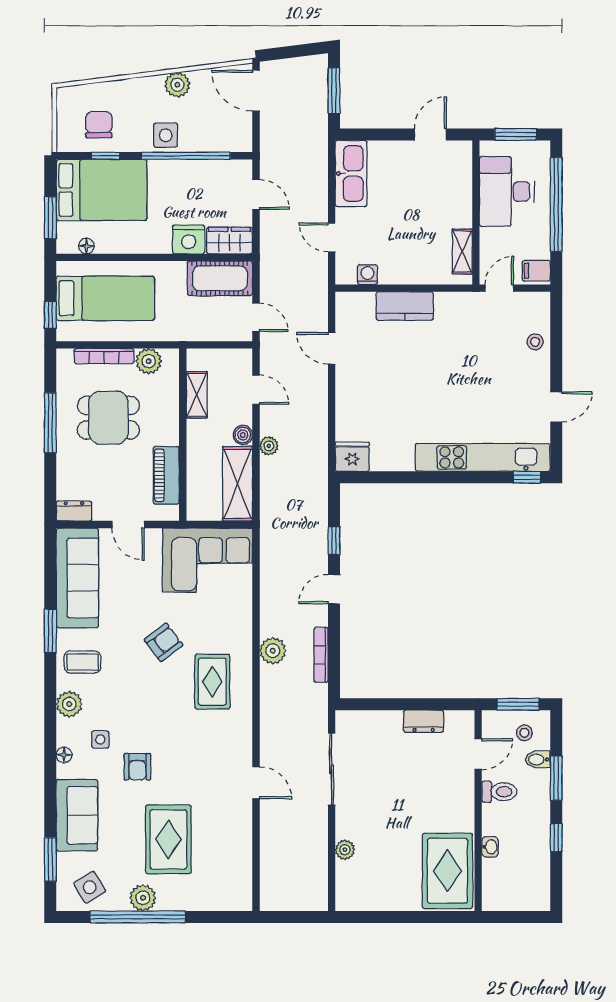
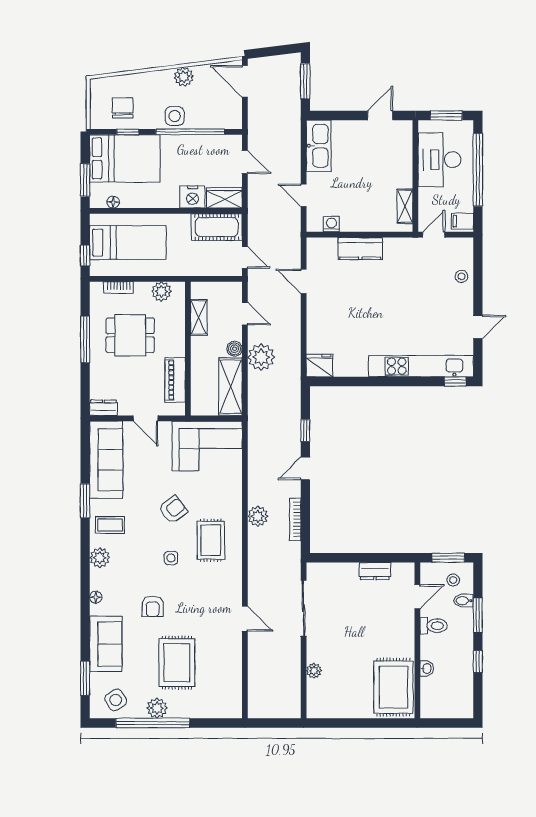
bookcase: (104, 356) -> (118, 287), width x0.64
plant: (269, 446) -> (261, 357), width x1.87, depth x1.87
side table: (100, 739) -> (171, 558), moved

